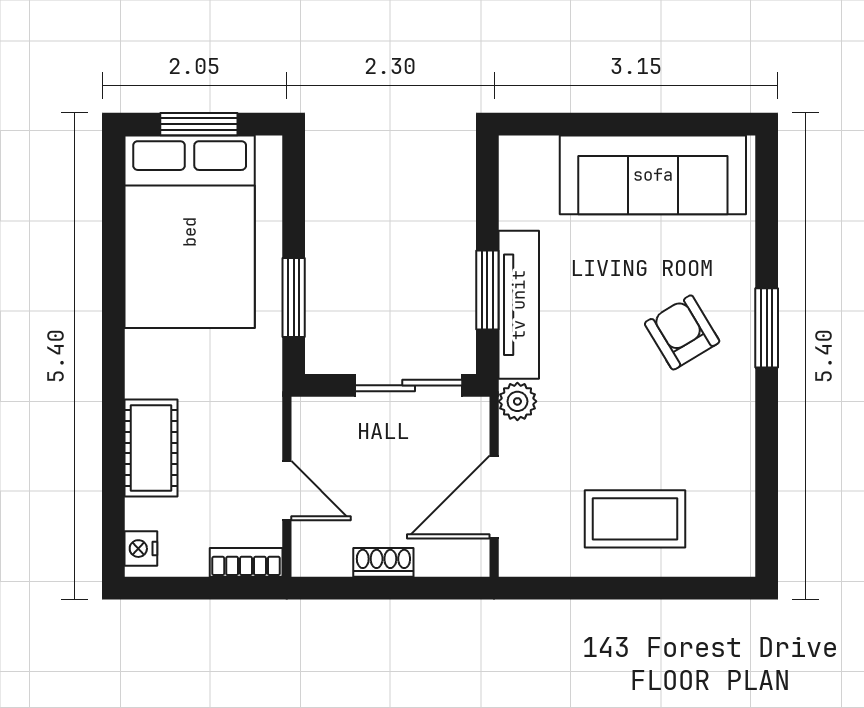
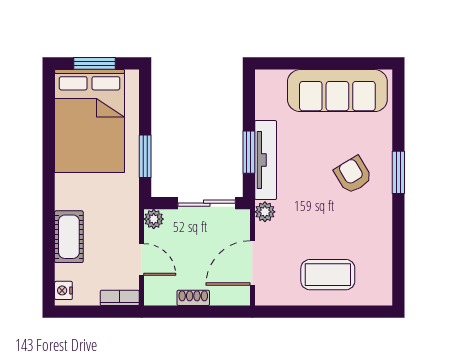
plant: (310, 415) -> (154, 219), added

